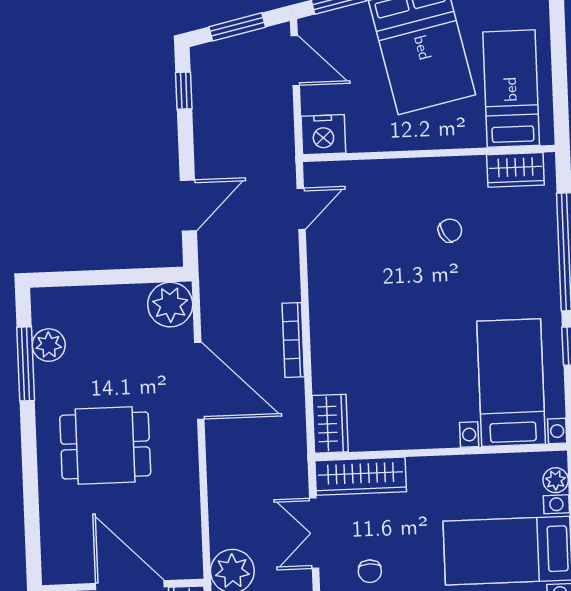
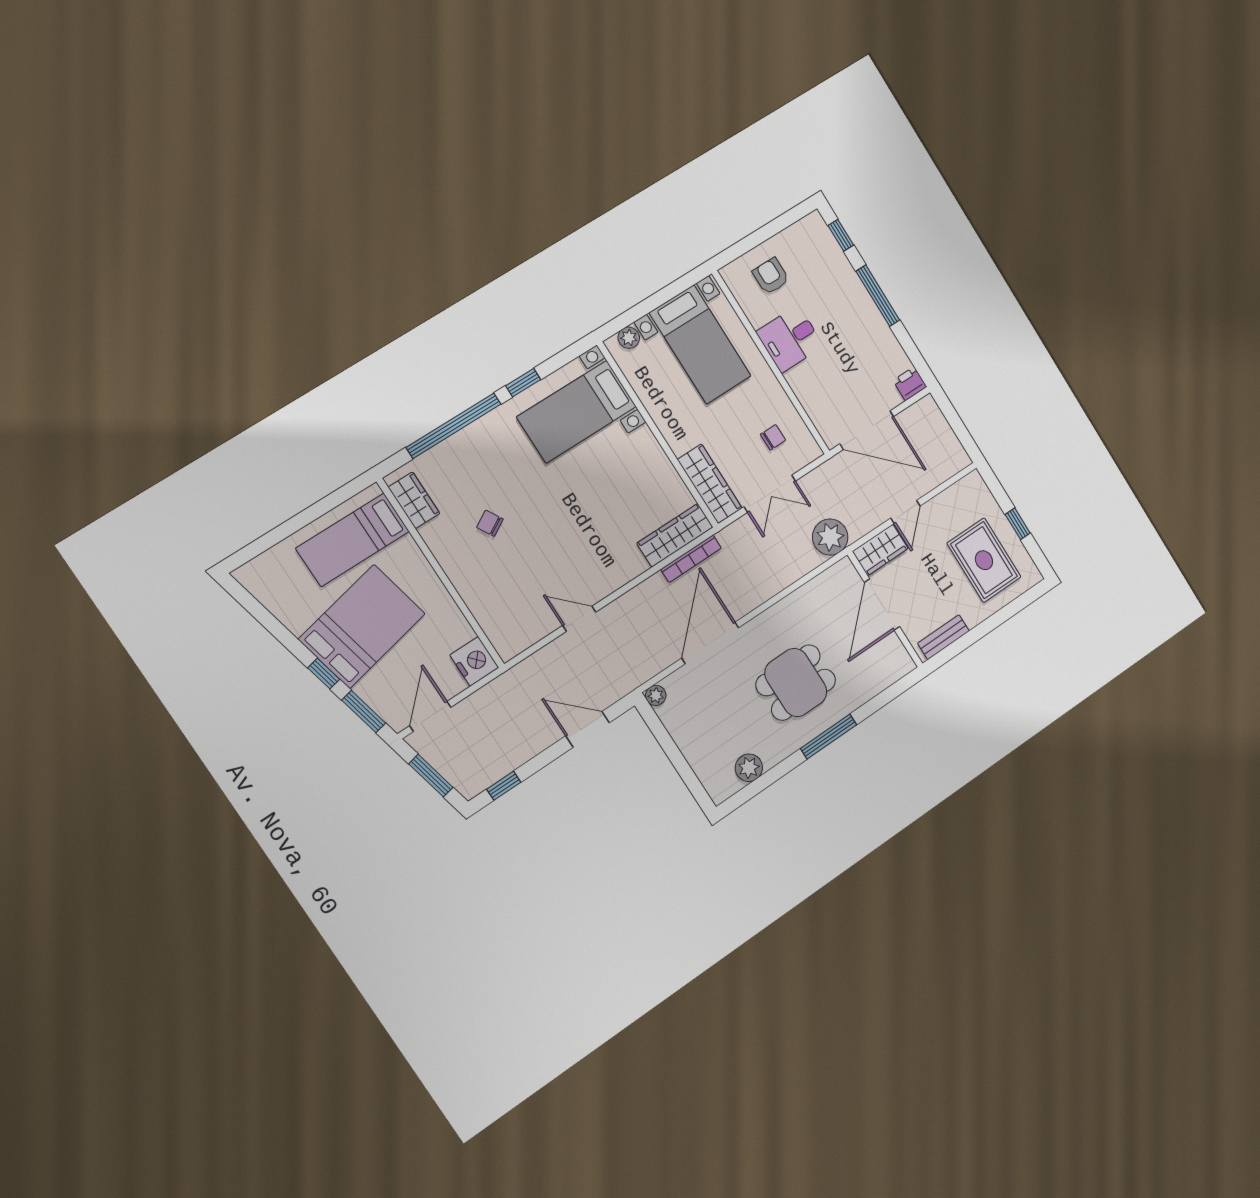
door: (301, 209) -> (579, 619), moved
plant: (170, 305) -> (656, 695), width x0.53, depth x0.53
bookcase: (293, 340) -> (691, 559), moved
window: (26, 364) -> (829, 737), moved
wardrobe: (330, 424) -> (675, 535), width x1.50
dining table: (105, 446) -> (796, 683), turned 90

